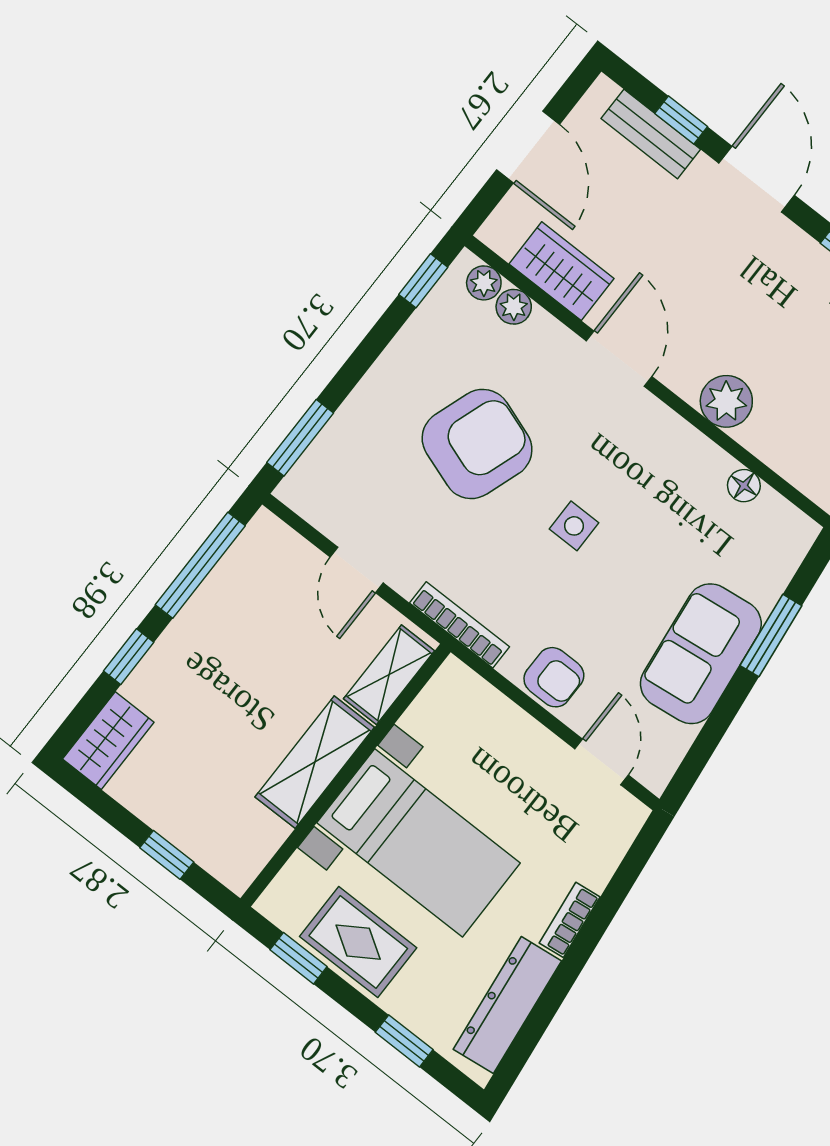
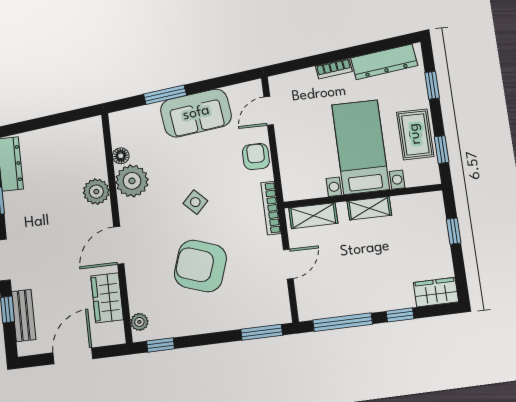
plant: (514, 307) -> (132, 181), moved, width x1.88, depth x1.88
side table: (574, 526) -> (195, 202), turned 45
shelving: (315, 762) -> (369, 208), width x0.67, depth x0.75

